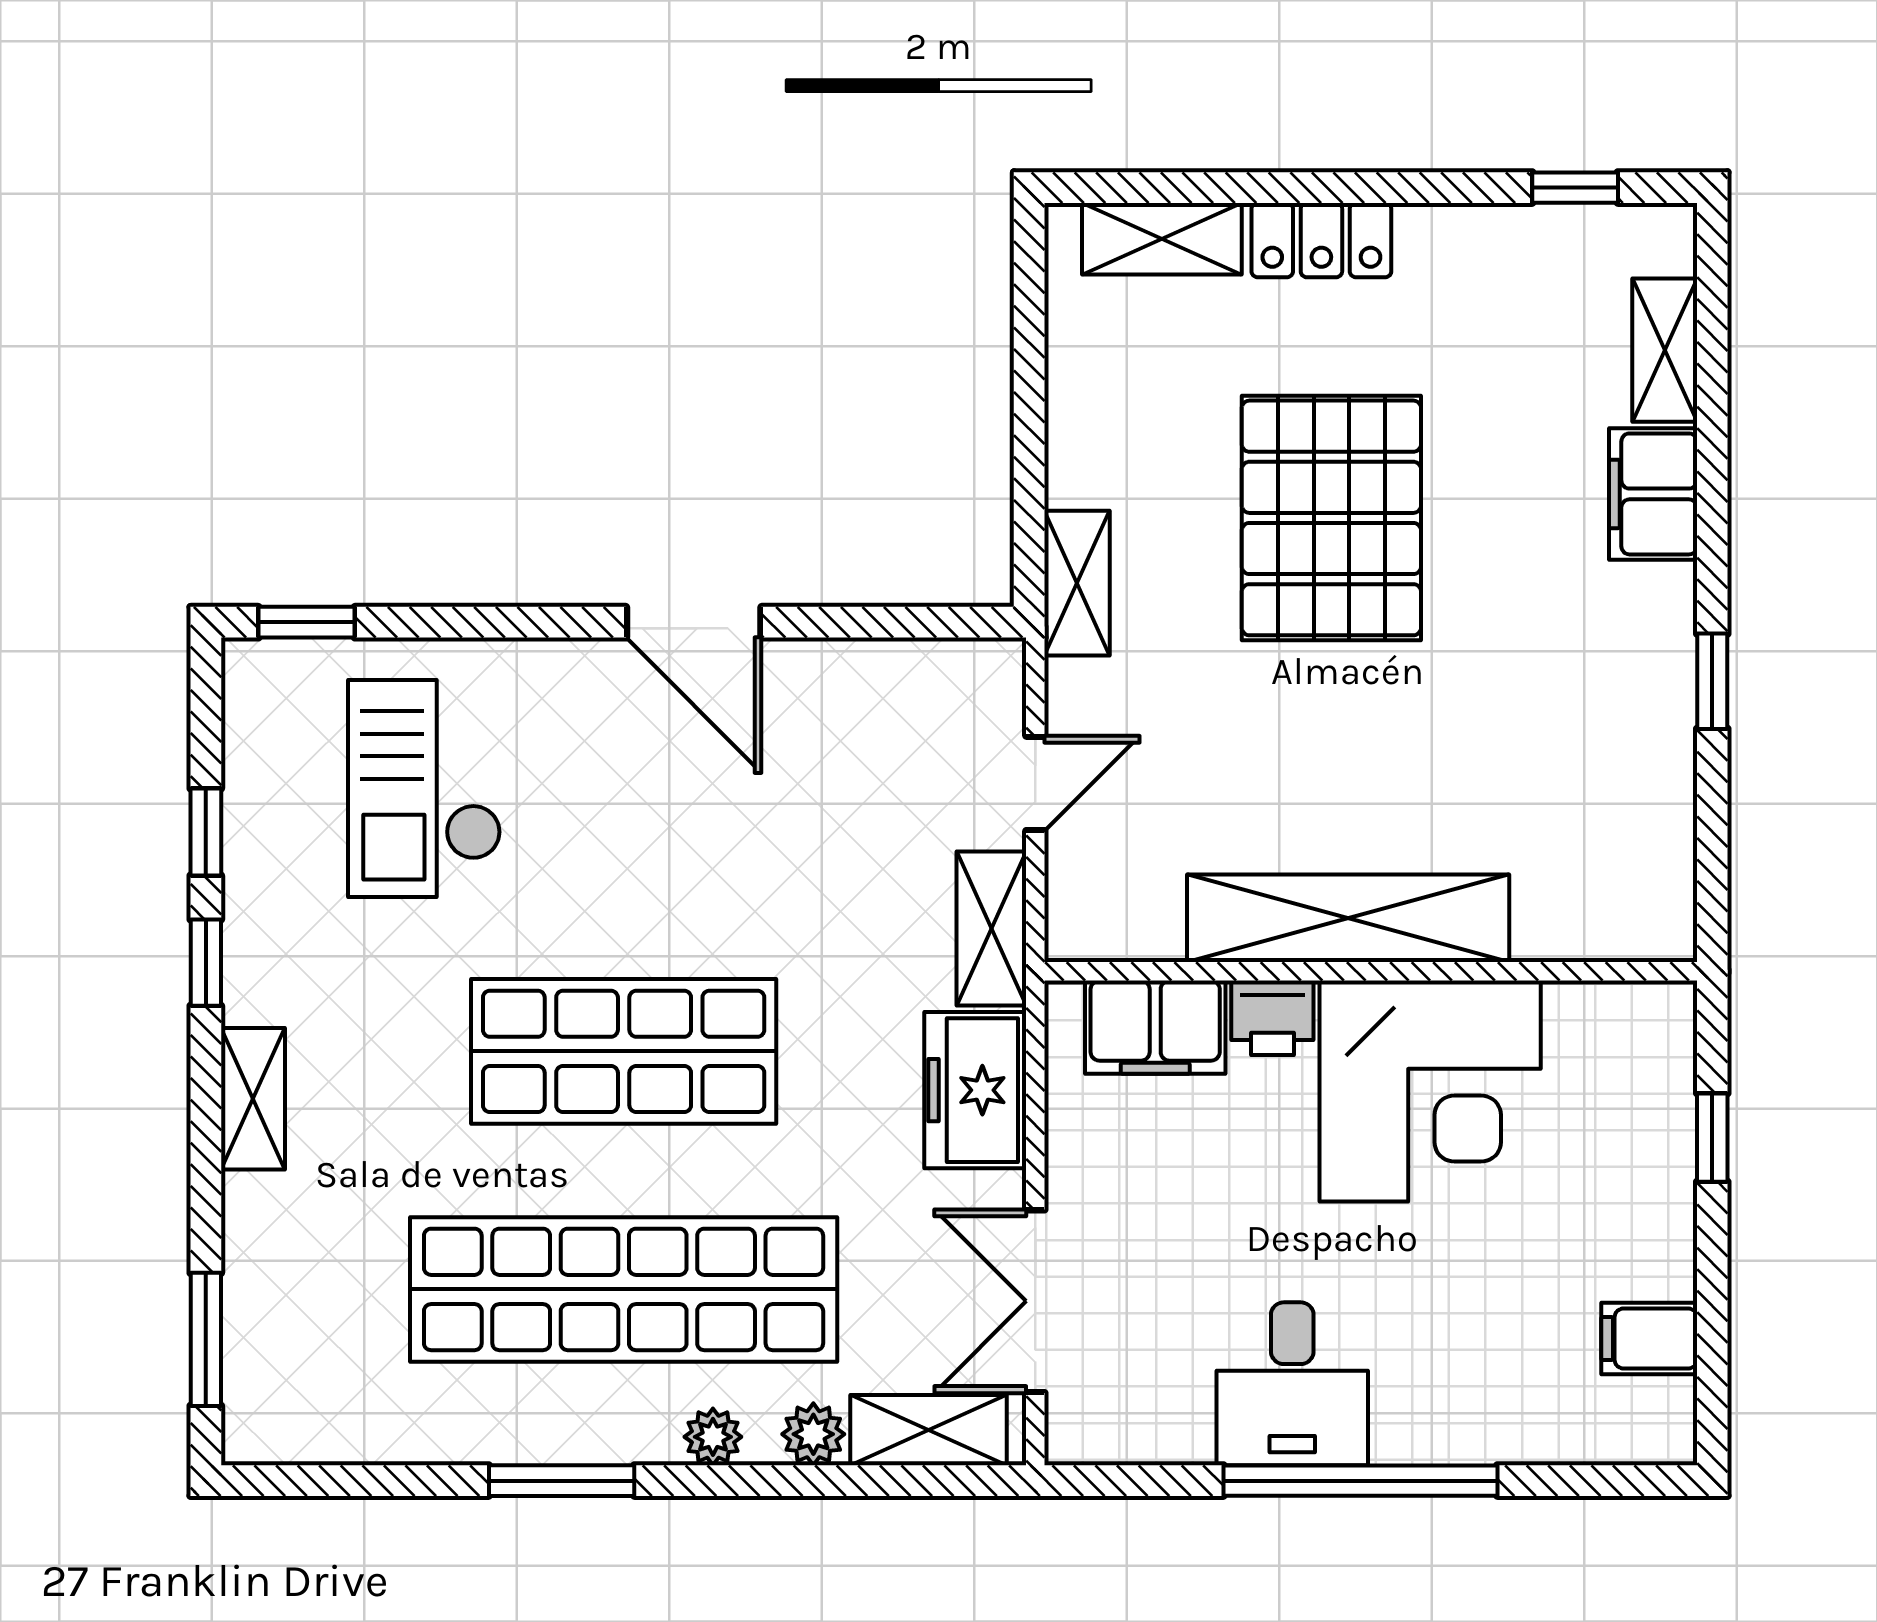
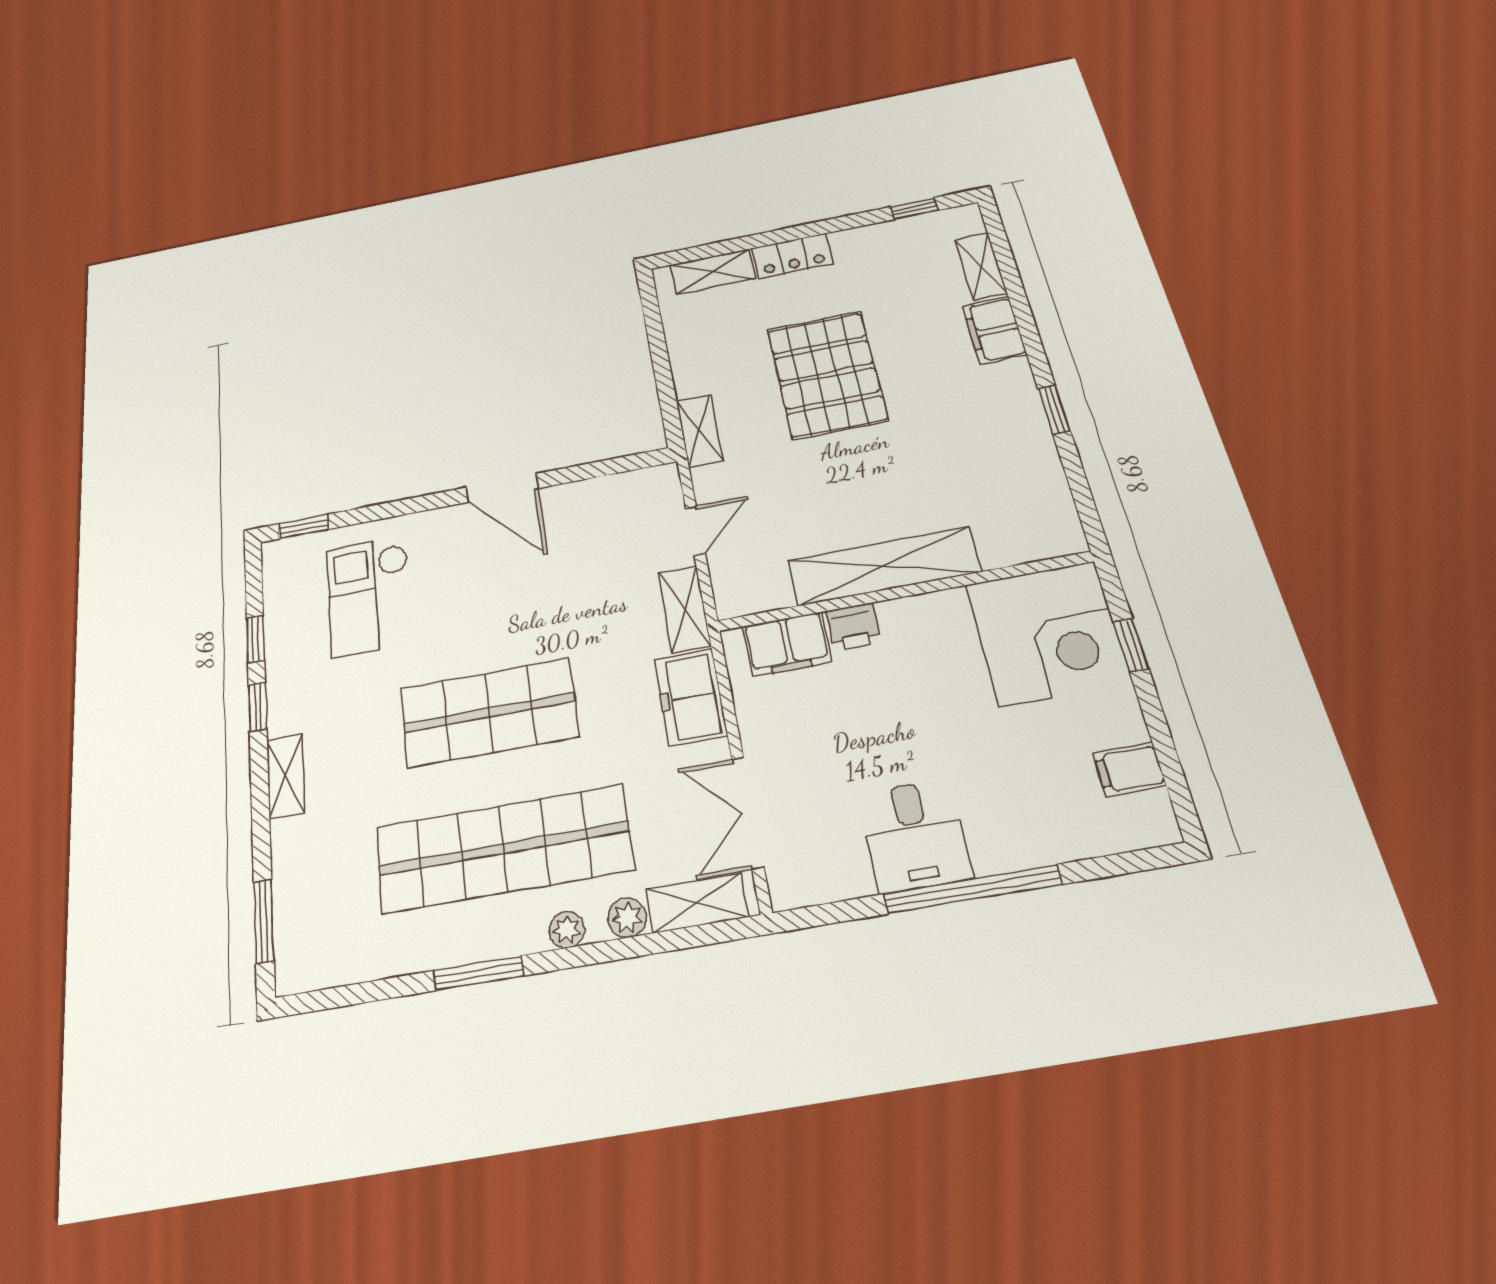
corner desk: (1430, 1091) -> (1047, 633), moved

